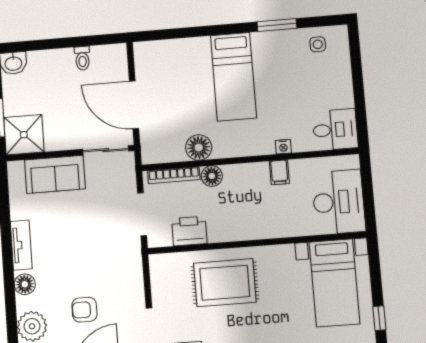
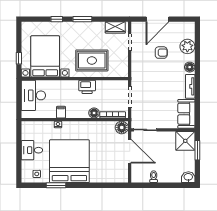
bed: (233, 77) -> (69, 161), width x2.04
desk: (335, 130) -> (32, 150), moved
floor lamp: (199, 148) -> (122, 127), moved
sofa: (55, 174) -> (186, 114), moved, turned -90
printer: (189, 231) -> (87, 87), moved
bed with nightstands: (334, 283) -> (45, 56), width x1.36
window: (379, 318) -> (19, 58), moved

